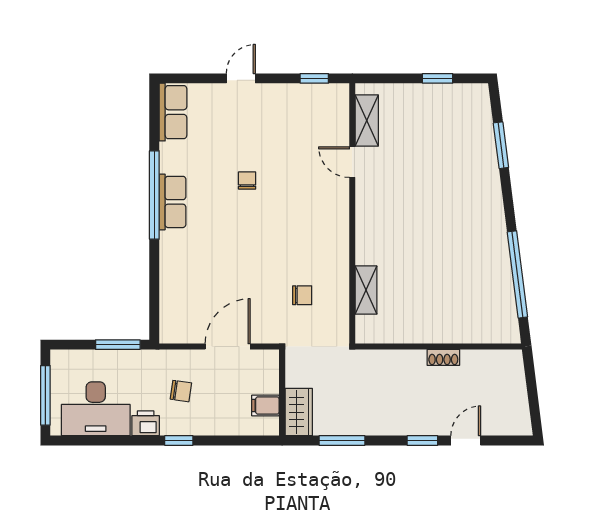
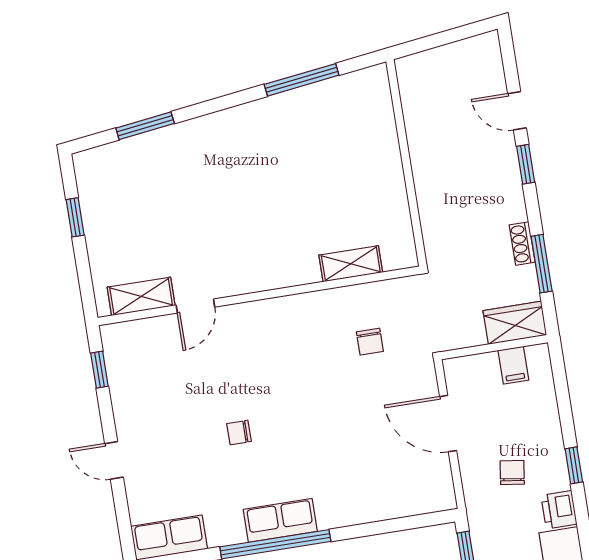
window: (517, 274) -> (302, 80), width x0.68
chair: (302, 295) -> (370, 342), turned 180
shoe rack: (443, 357) -> (522, 244), moved, turned 180

